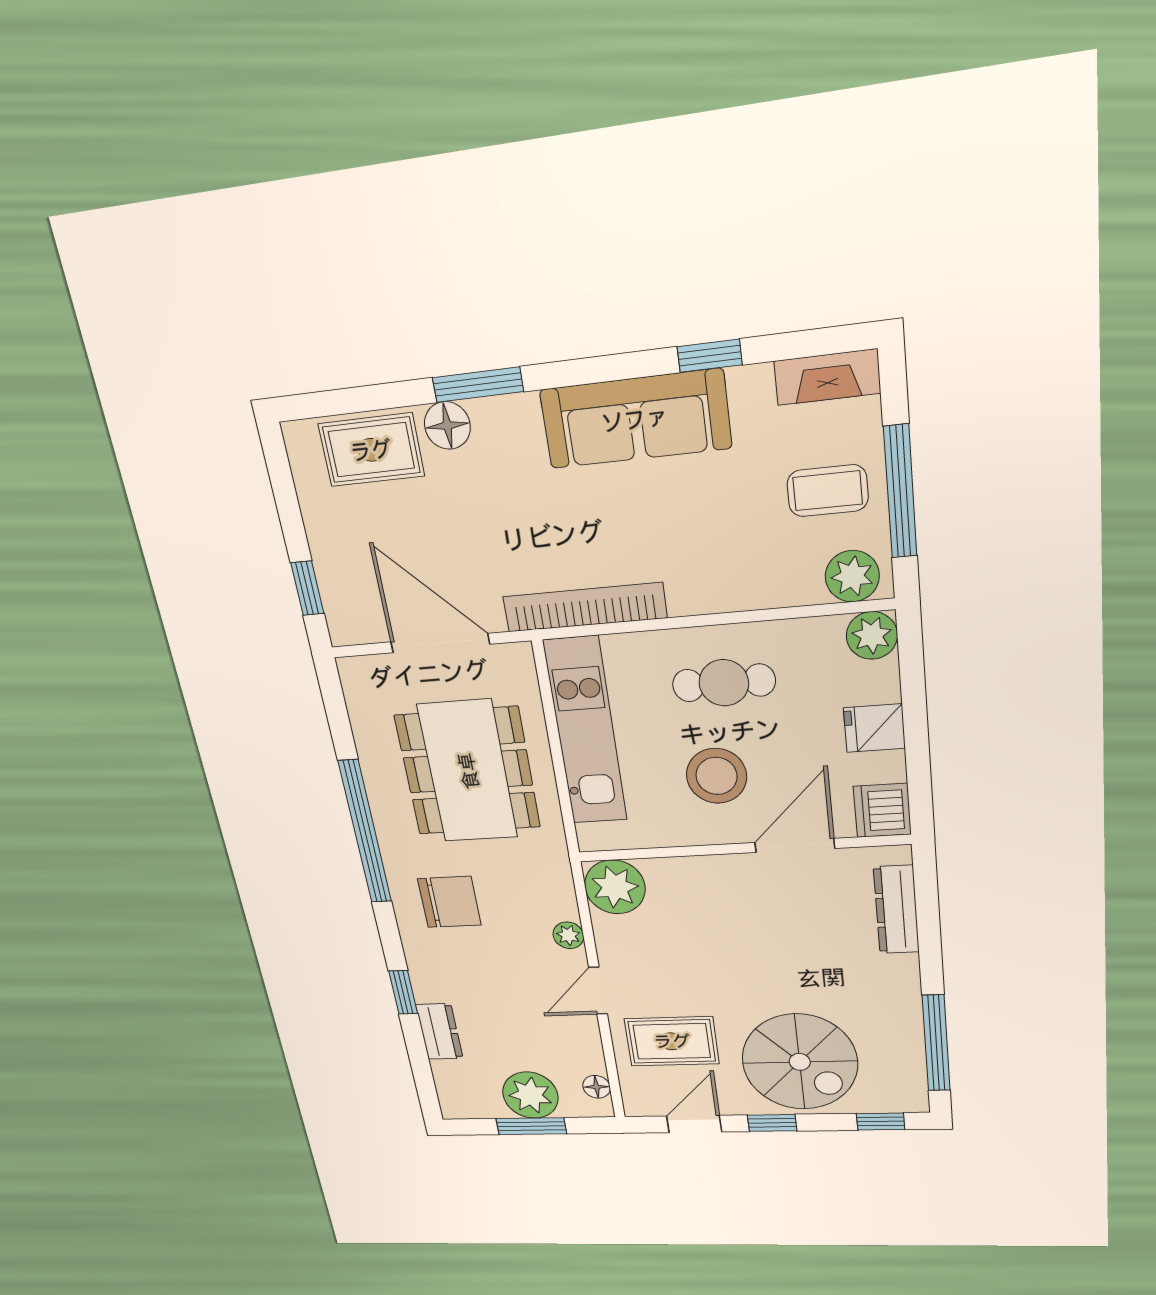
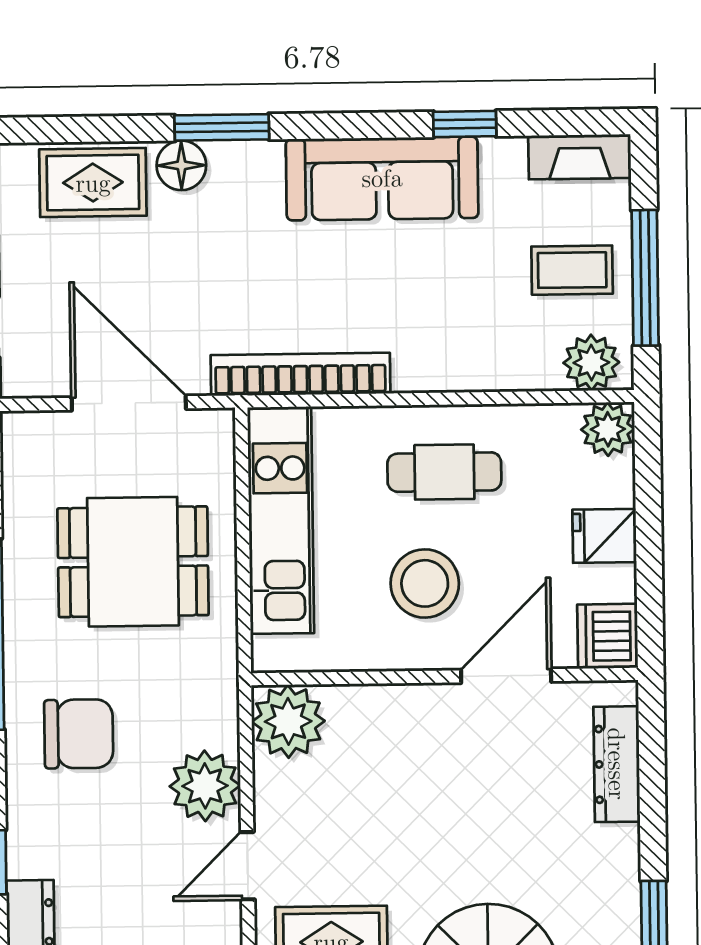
dining table: (468, 771) -> (133, 562), width x0.73
plant: (568, 935) -> (205, 786), width x1.87, depth x1.87

